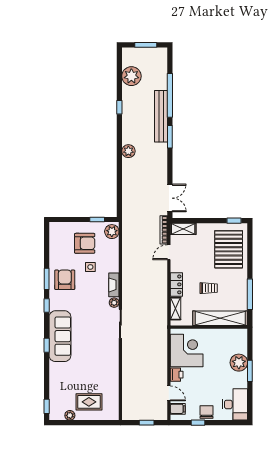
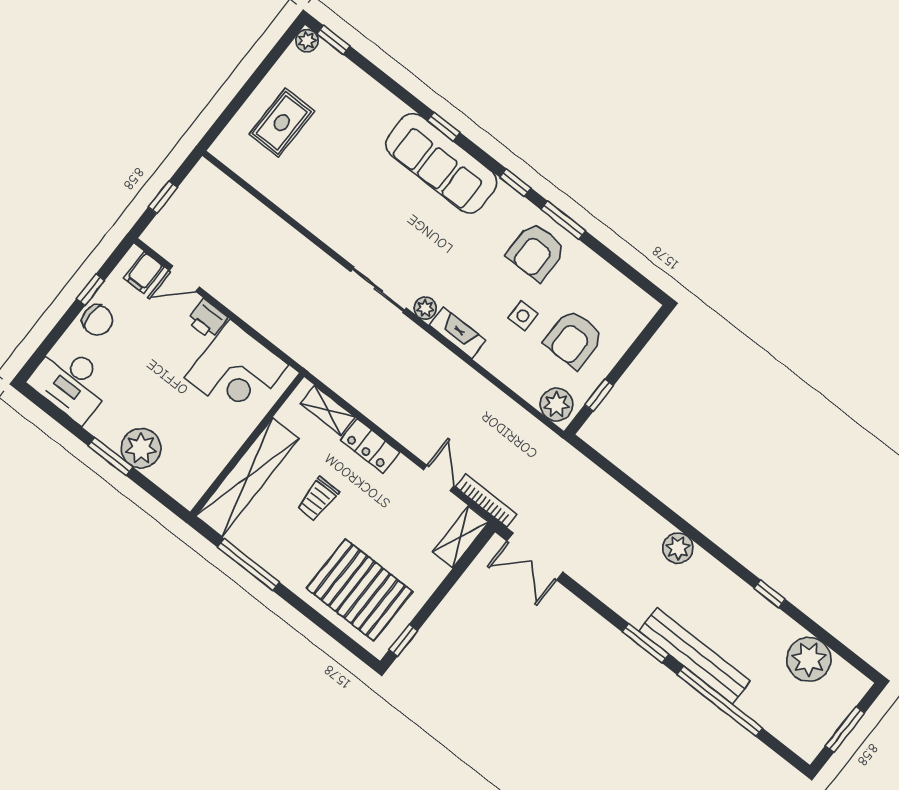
armchair: (65, 280) -> (536, 252), turned 90
plant: (70, 415) -> (307, 41), moved

